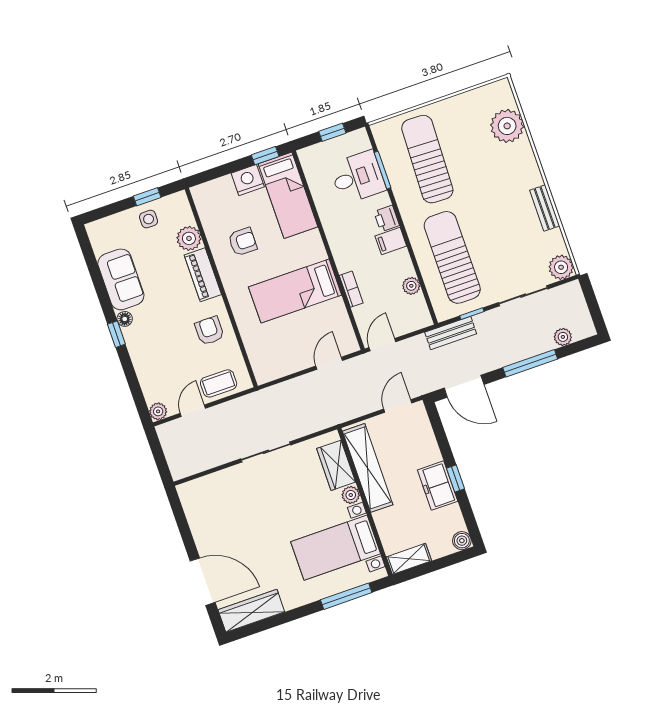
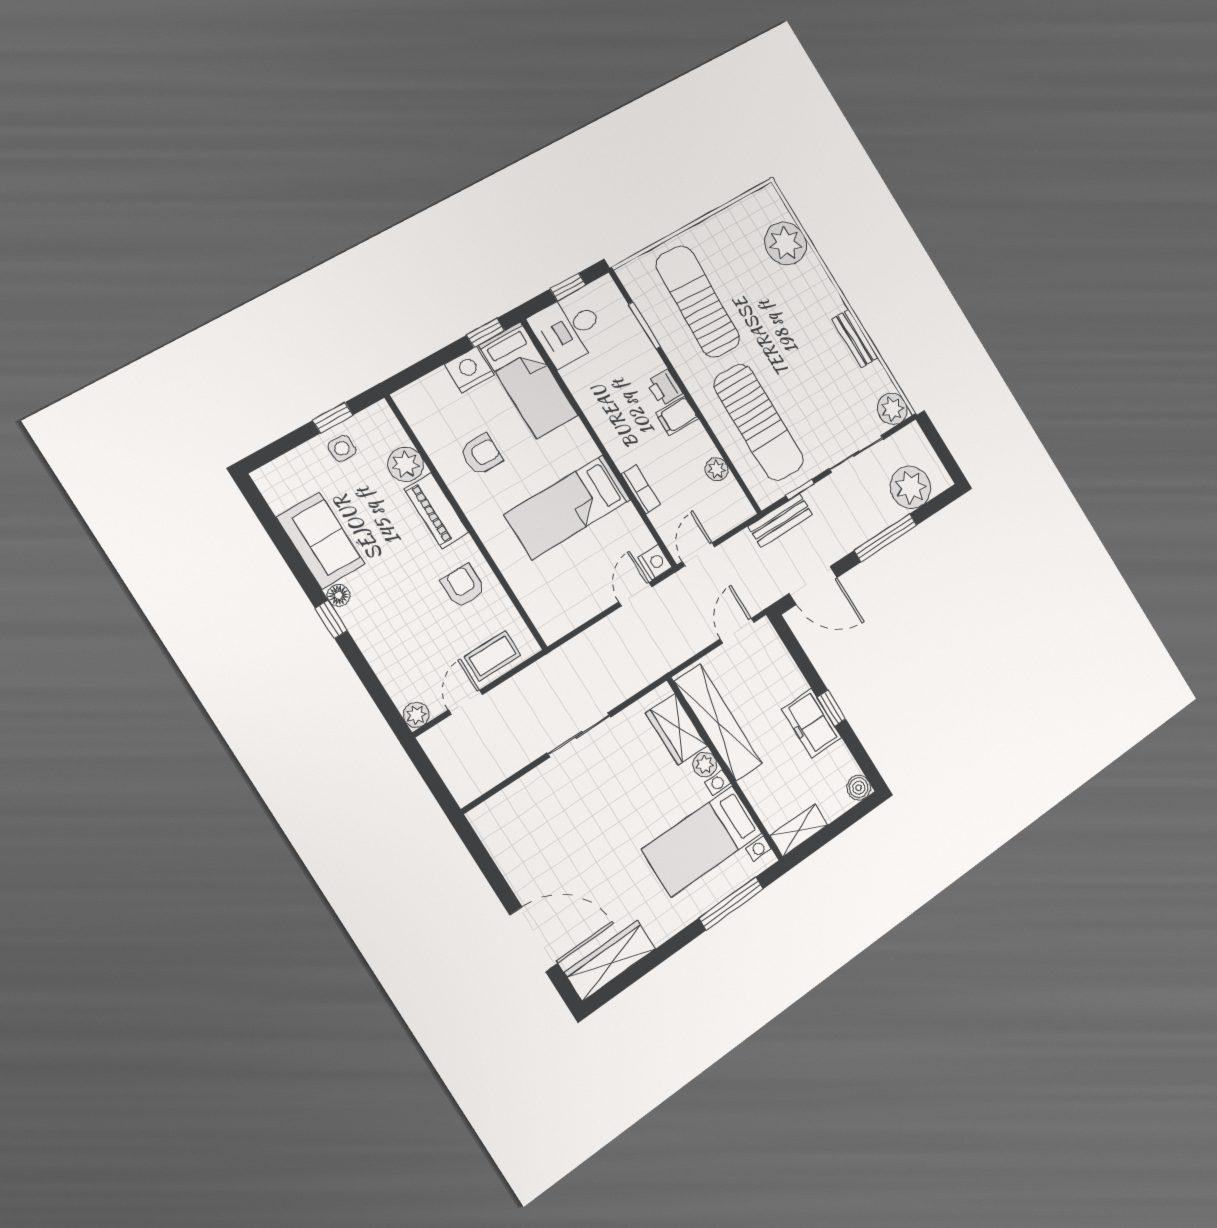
desk: (358, 177) -> (568, 330), moved, turned 180
sun lounger: (452, 257) -> (759, 422), turned 180
plant: (563, 337) -> (911, 487), width x1.87, depth x1.87
nightstand: (349, 344) -> (655, 562), added

